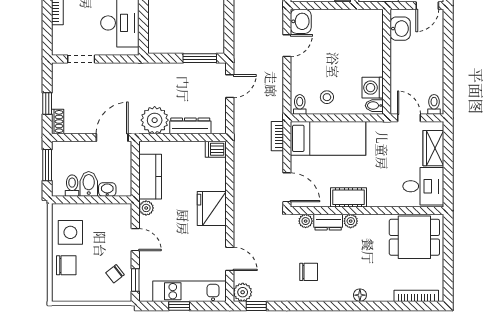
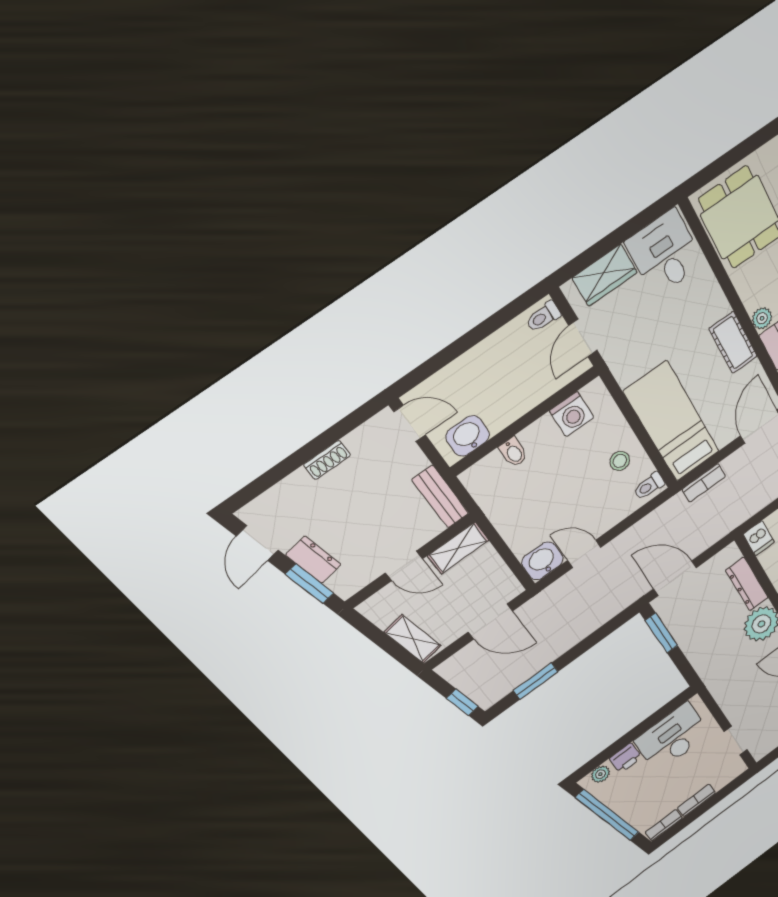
door: (230, 86) -> (675, 578), width x1.38
bidet: (374, 106) -> (513, 452), moved

